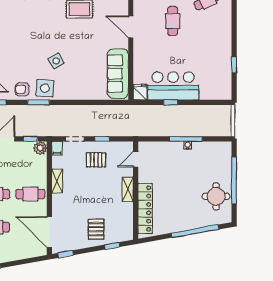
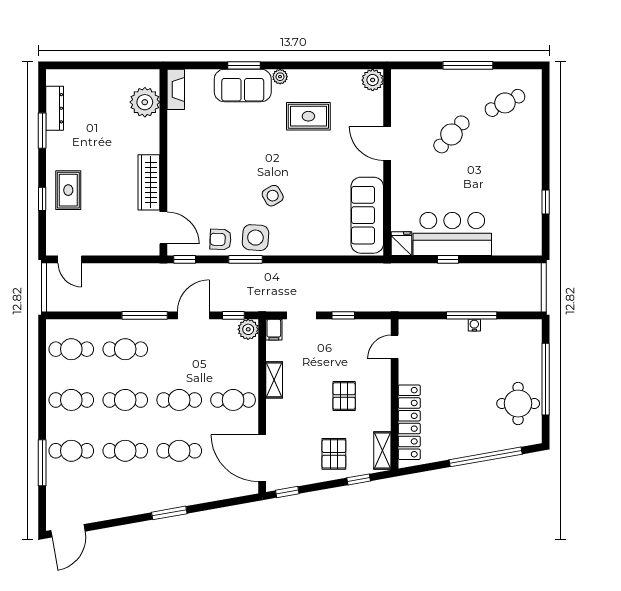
cafe table: (173, 21) -> (451, 134), turned 42
pallet: (96, 160) -> (344, 396), moved, turned 90
shelving: (128, 189) -> (382, 451), moved

